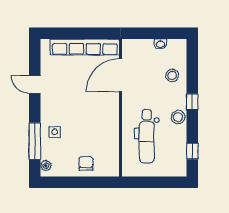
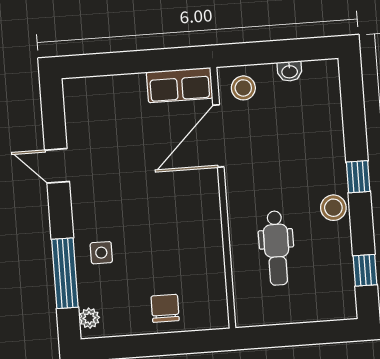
row of seats: (85, 47) -> (180, 85), width x0.50
stool: (172, 75) -> (243, 88), moved
dental chair: (147, 136) -> (277, 248), width x0.73, depth x0.72

